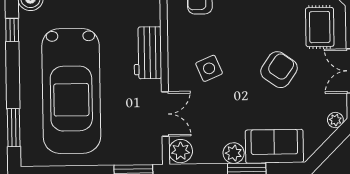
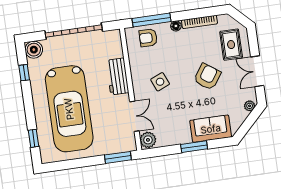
window: (14, 128) -> (33, 138), width x0.67
plant: (234, 153) -> (184, 137), removed

